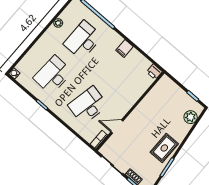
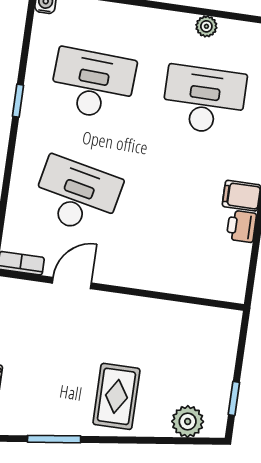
printer: (154, 72) -> (241, 226), moved
door: (117, 126) -> (72, 283), hinge flipped
rug: (164, 148) -> (116, 396), moved, turned 90

